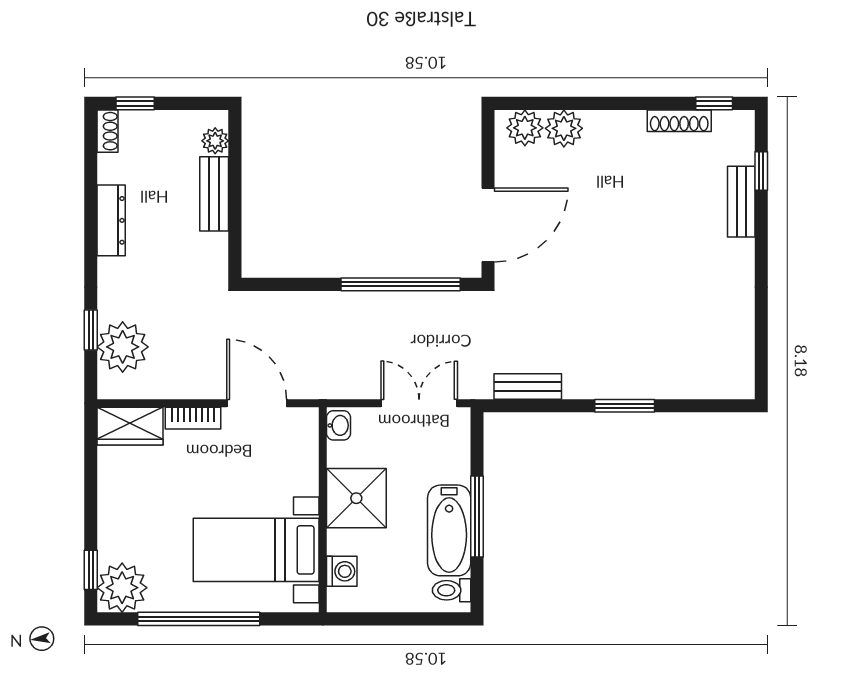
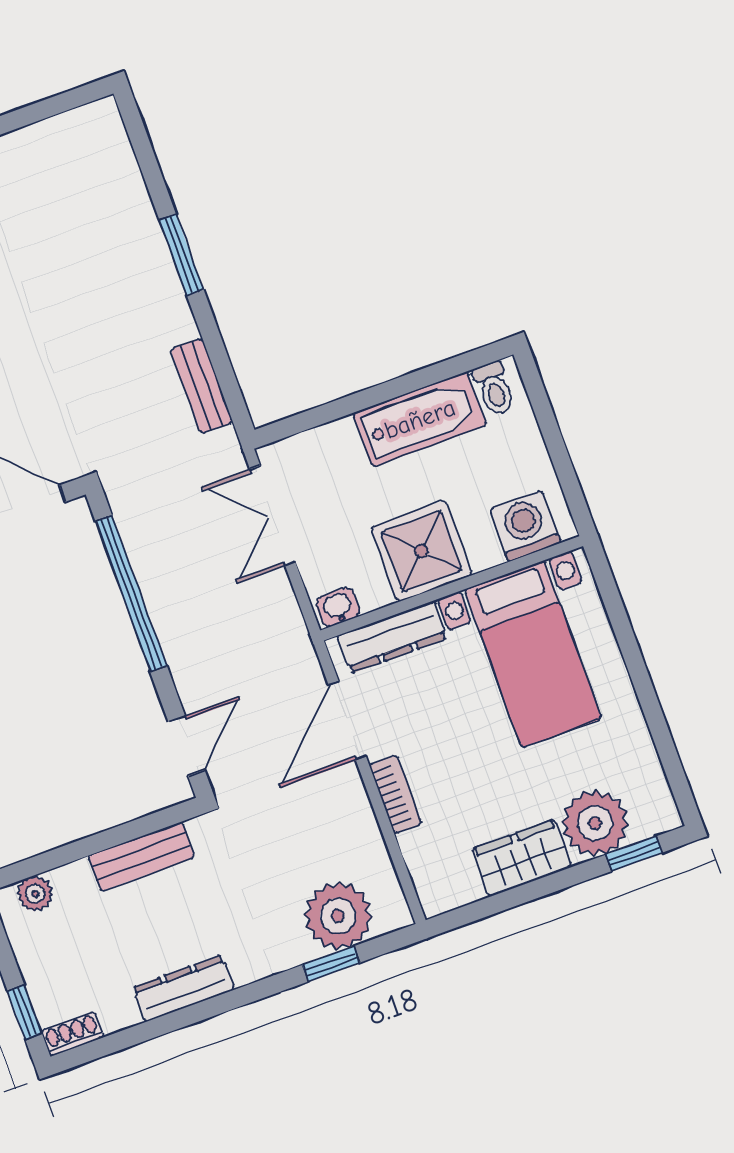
bench: (214, 194) -> (141, 857), moved
door: (280, 284) -> (186, 746), added
wardrobe: (130, 426) -> (522, 858), moved, turned -90
dresser: (304, 456) -> (392, 637), added
window: (477, 517) -> (389, 390), removed
washing machine: (342, 571) -> (525, 526), width x1.38, depth x1.38
plant: (122, 588) -> (595, 823), moved
window: (199, 619) -> (646, 695), removed

